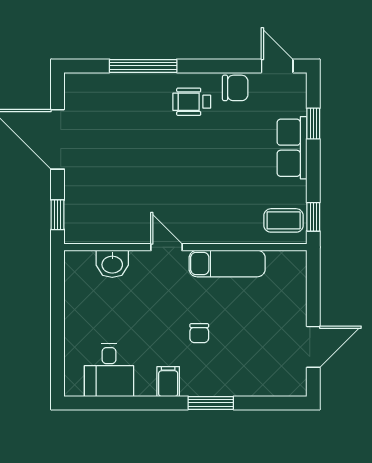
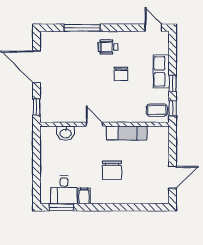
chair: (235, 88) -> (121, 74), moved, turned 90
window: (313, 124) -> (173, 84), moved
chair: (199, 333) -> (112, 170), width x1.87, depth x1.87
filing cabinet: (168, 382) -> (84, 196), moved
window: (211, 403) -> (61, 207), moved

